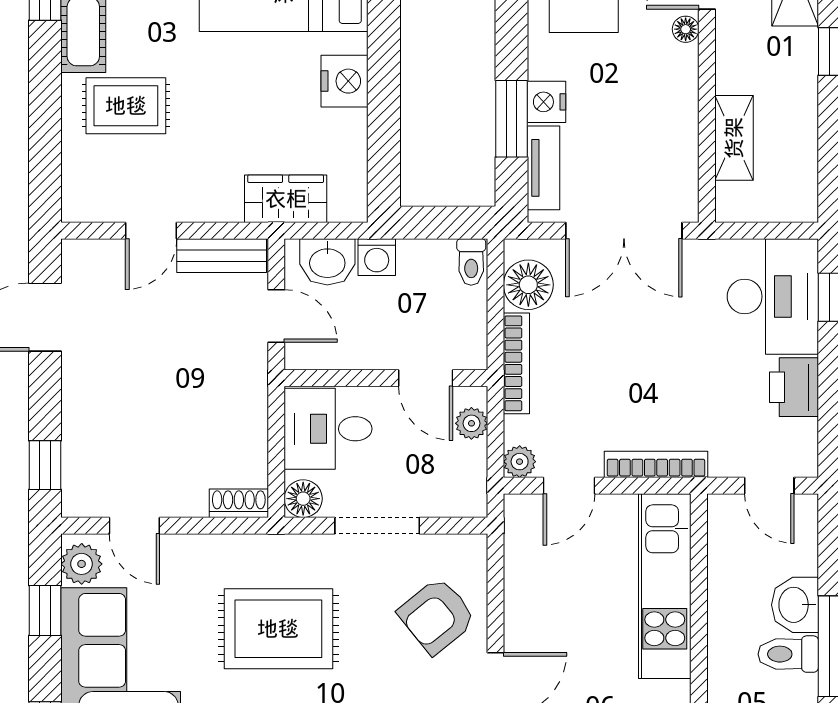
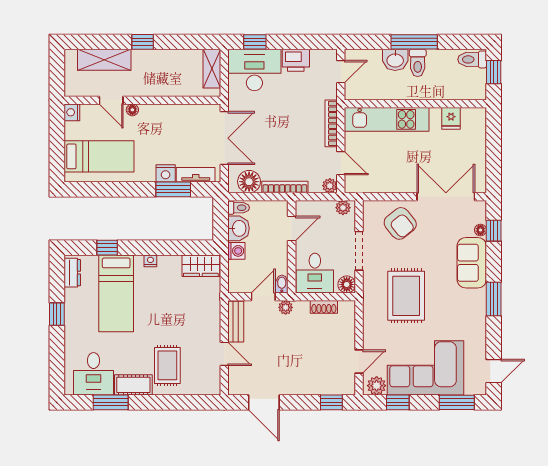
nightstand: (345, 81) -> (150, 261), width x0.53, depth x0.56
shelving: (734, 138) -> (212, 69), moved, turned 90
wardrobe: (286, 199) -> (201, 266), moved, turned -90
washbasin: (327, 262) -> (239, 228), moved
bidet: (304, 356) -> (282, 284), added
plant: (253, 365) -> (286, 307), added
plant: (471, 423) -> (343, 208), moved
shoe rack: (239, 503) -> (324, 307), moved, turned -90

